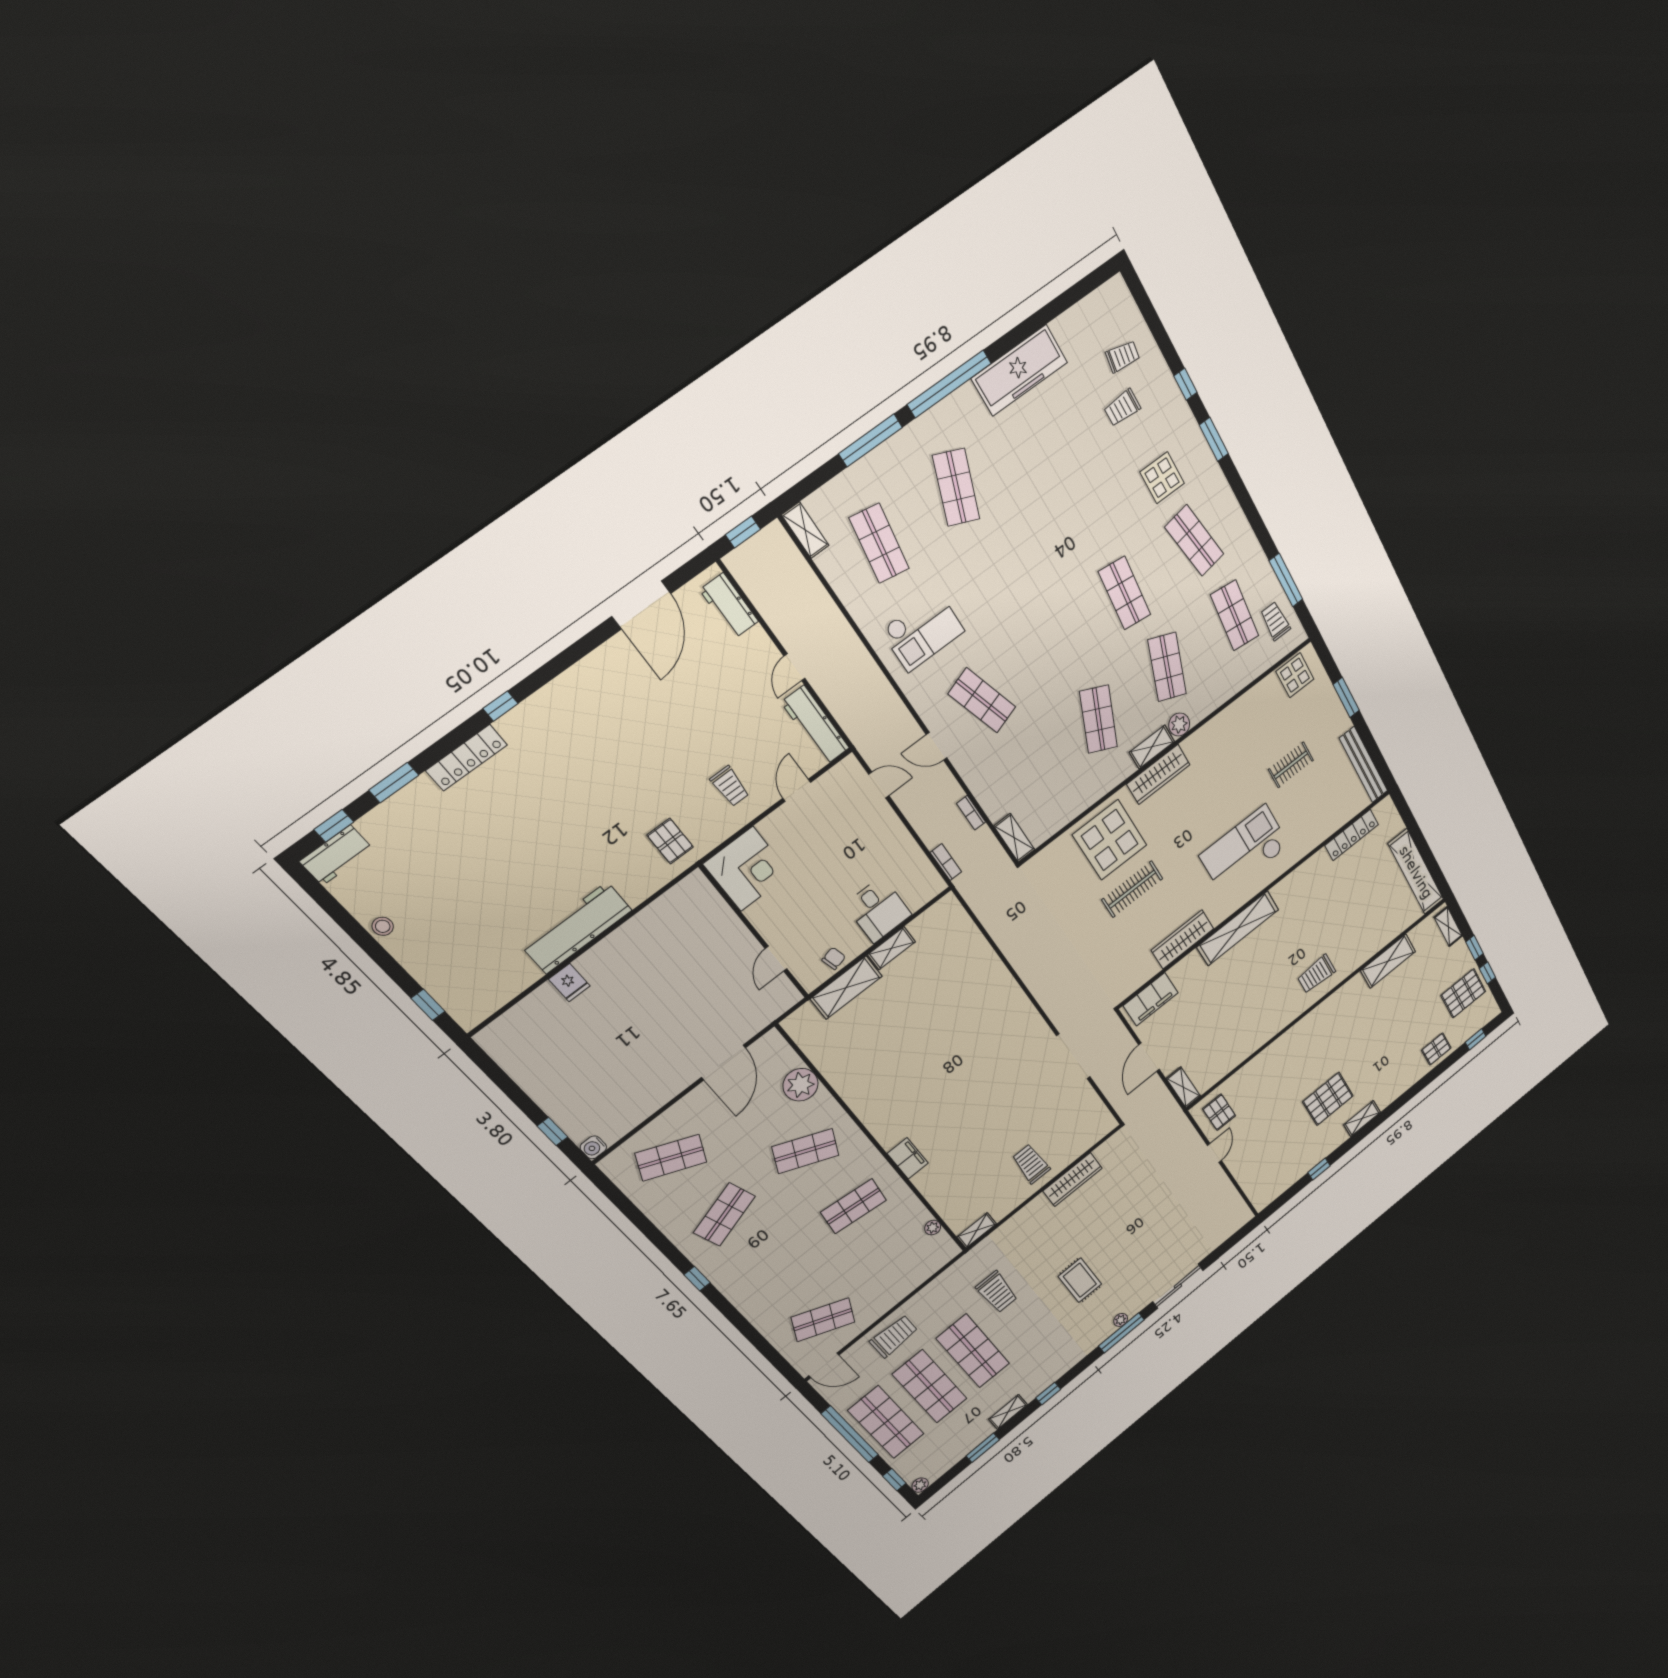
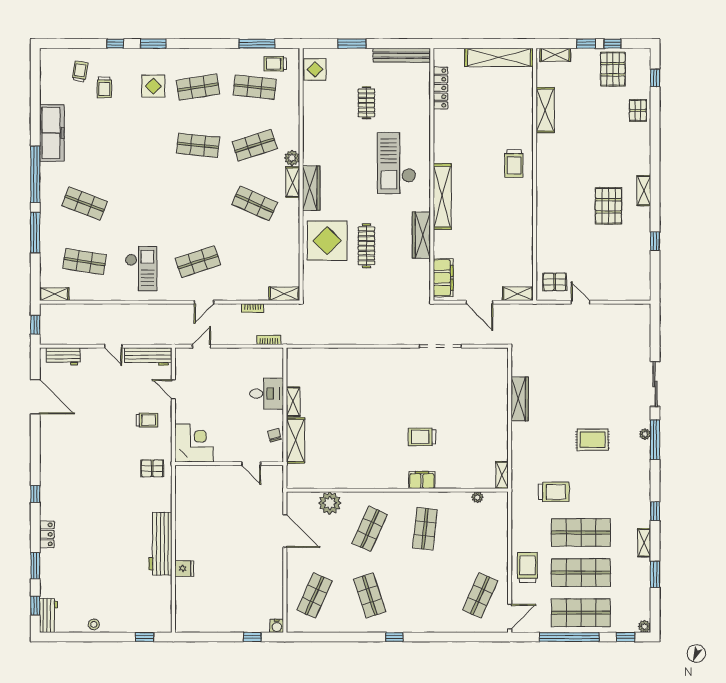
shop shelf: (1167, 667) -> (255, 145), turned -39
locker: (467, 758) -> (47, 534), width x0.66
trolley: (1031, 1164) -> (422, 437), moved

